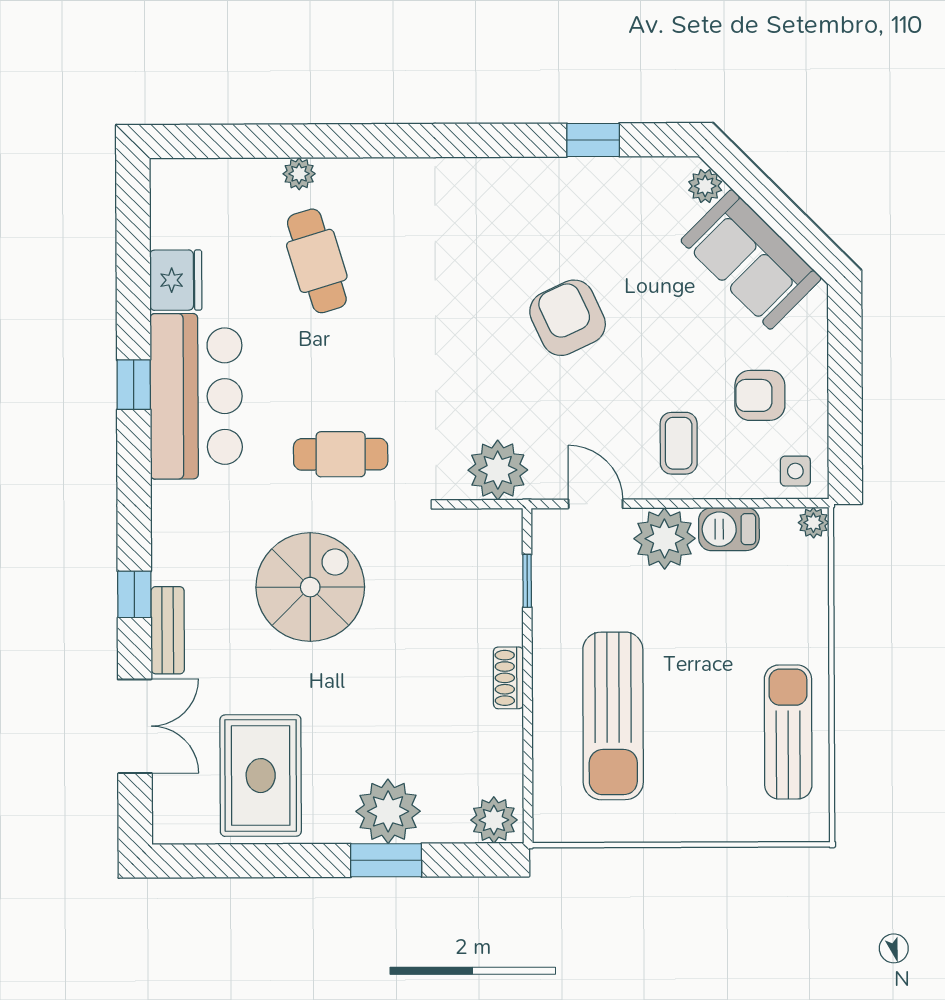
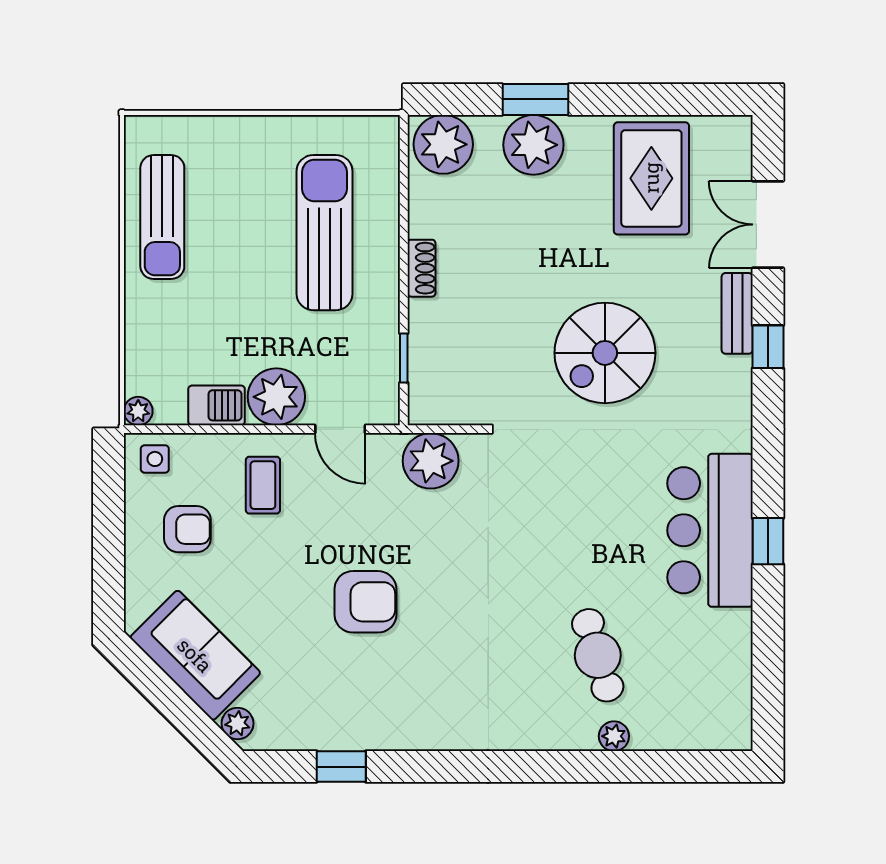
fridge: (176, 280) -> (729, 638), removed
armchair: (568, 318) -> (365, 602), turned -65
cafe table: (341, 454) -> (576, 476), removed
plant: (494, 820) -> (443, 144), width x1.36, depth x1.36

